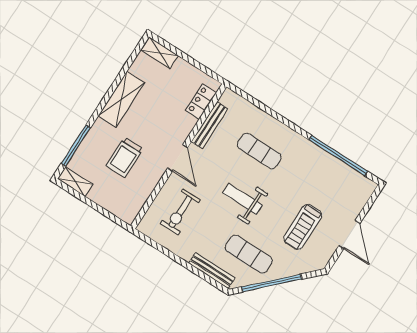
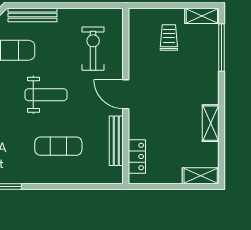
shelving: (121, 99) -> (211, 123), width x0.67, depth x0.75
trolley: (125, 157) -> (169, 38), moved, width x0.73, depth x0.72

